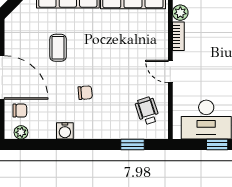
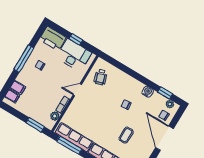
door: (170, 71) -> (77, 90), swing flipped
window: (133, 145) -> (165, 93), moved

